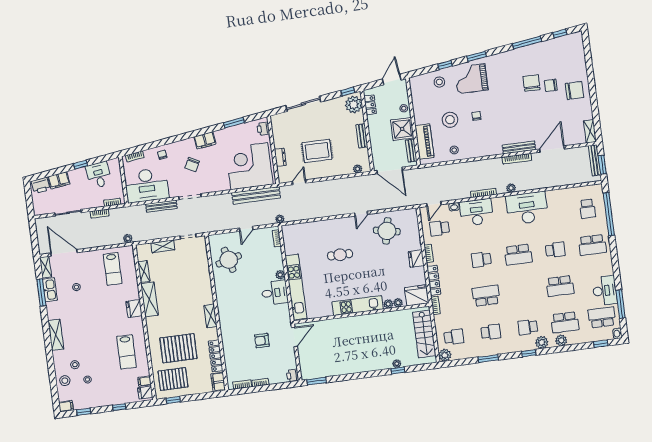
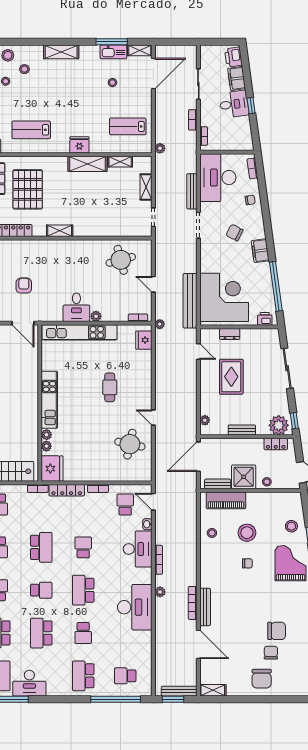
window: (234, 123) -> (276, 286), width x2.11
desk: (99, 175) -> (234, 104), moved
fridge: (416, 259) -> (144, 340), moved, turned -90
school desk: (523, 291) -> (41, 590), added

